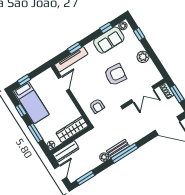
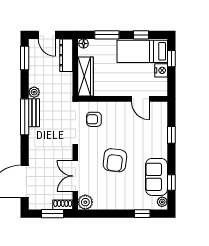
plant: (143, 57) -> (85, 202), moved
tv unit: (71, 59) -> (161, 123), removed
nightstand: (36, 82) -> (161, 70), added

